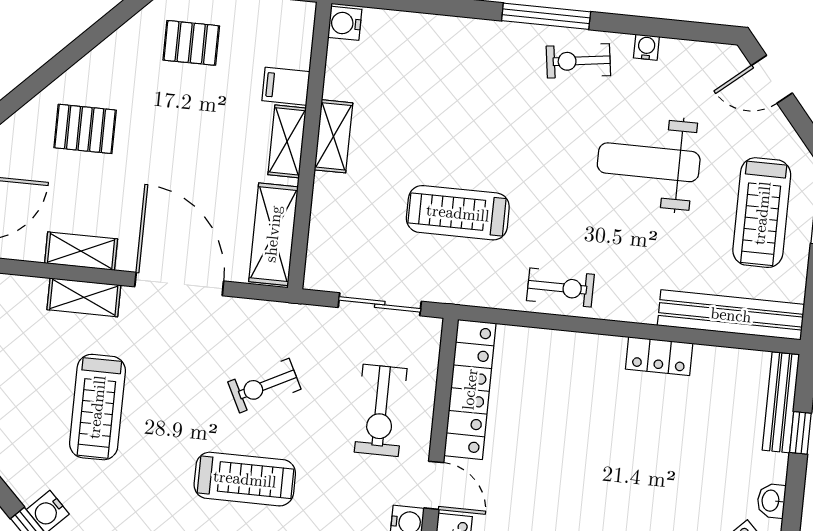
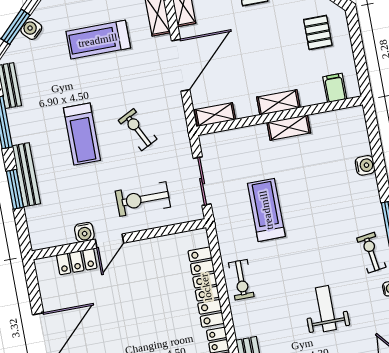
water cooler: (345, 23) -> (365, 165), moved, turned 90
filing cabinet: (286, 86) -> (335, 88), moved
weight bench: (649, 162) -> (326, 309), width x0.73, depth x0.75
shelving: (273, 234) -> (215, 115), width x0.67, depth x0.75
locker: (470, 389) -> (206, 287), moved, turned 90

